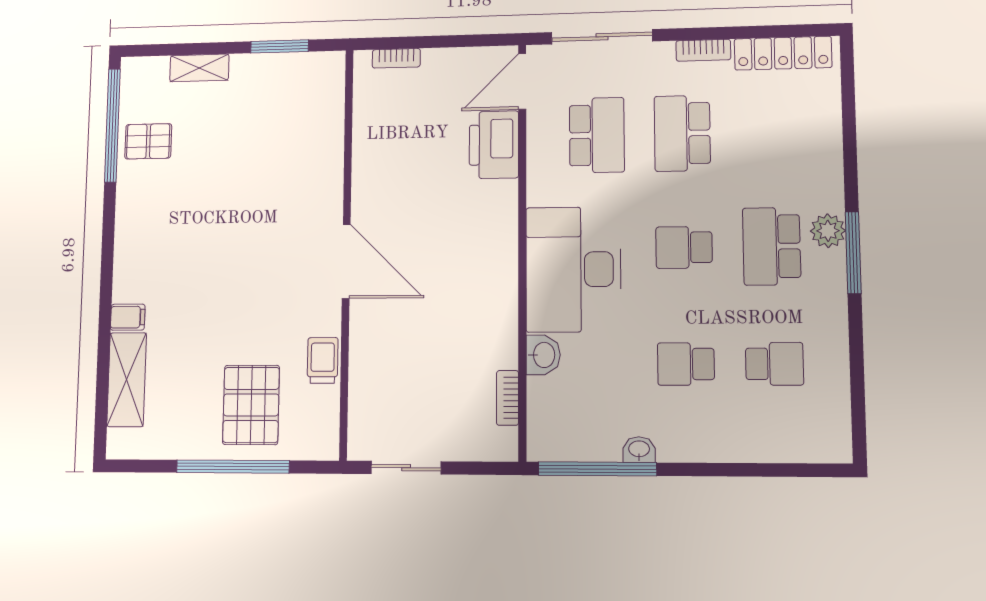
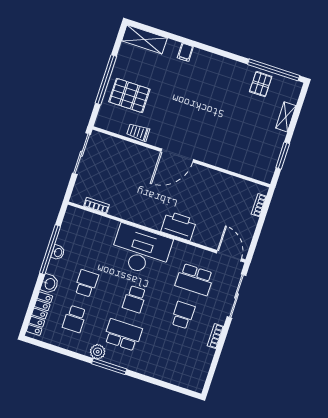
locker: (783, 53) -> (39, 314), moved, turned 180
school desk: (682, 133) -> (183, 315), width x0.54
printer: (494, 145) -> (179, 226), moved
plant: (828, 231) -> (98, 352), moved
school desk: (684, 247) -> (135, 299), turned 180
washbasin: (543, 355) -> (50, 284), moved, turned -90
trolley: (323, 360) -> (138, 132), turned 180
shelving: (127, 380) -> (144, 39), moved
sliding door: (406, 468) -> (82, 154), width x1.37
window: (597, 469) -> (50, 250), moved

